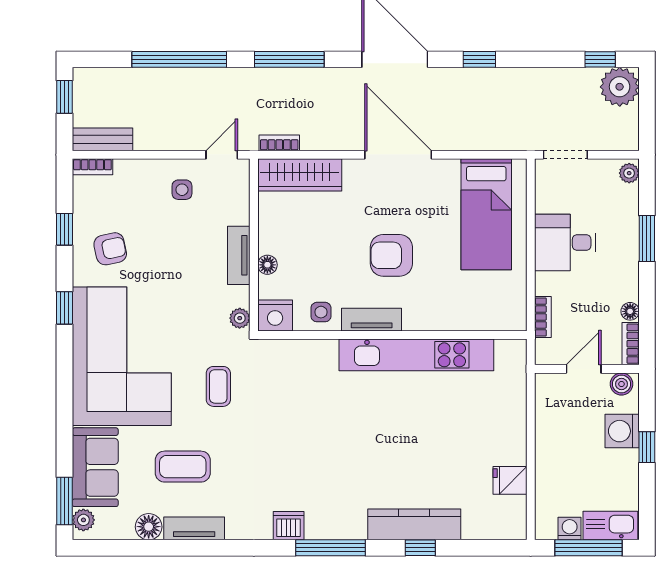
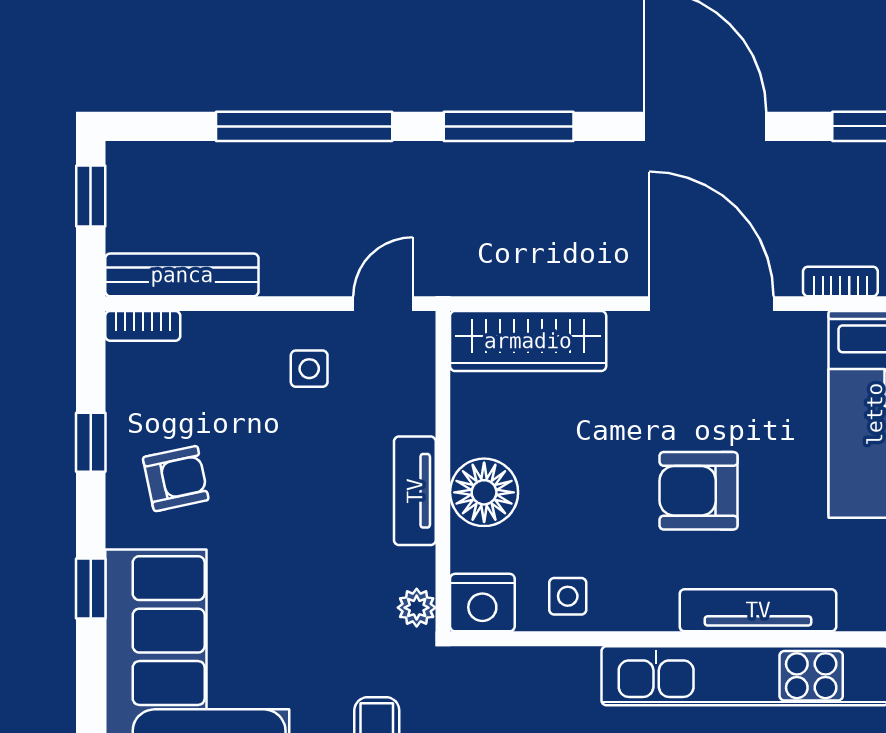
bench: (103, 139) -> (182, 275), width x1.36
bookcase: (279, 143) -> (840, 281), moved
floor lamp: (267, 265) -> (484, 492), width x1.89, depth x1.89
tv unit: (372, 320) -> (758, 610), moved, width x1.41

